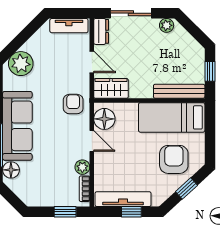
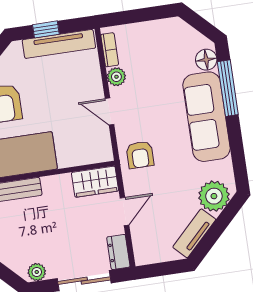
tv unit: (69, 26) -> (194, 233), moved, turned -45
door: (92, 62) -> (124, 212), swing flipped
floor lamp: (104, 119) -> (98, 142), removed
window: (65, 212) -> (130, 17), removed

